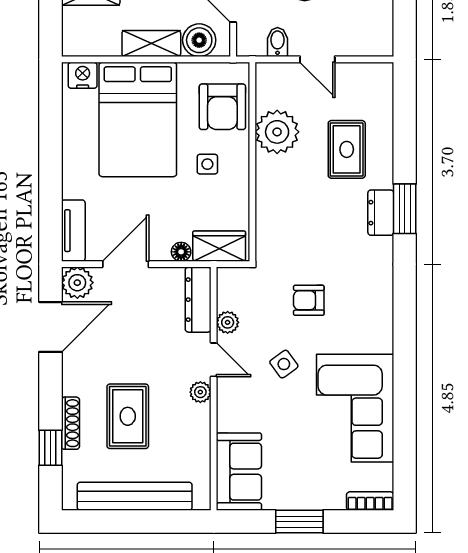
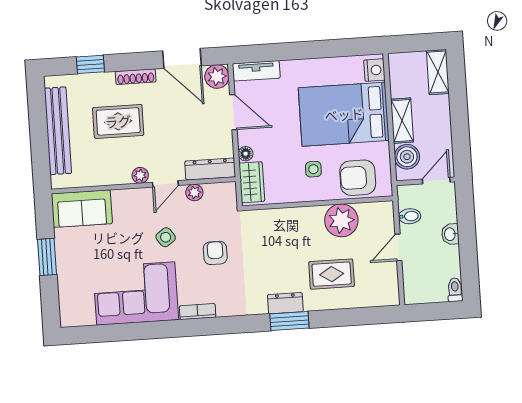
shoe rack: (70, 423) -> (136, 77), moved
bookcase: (370, 501) -> (198, 312), moved, turned -90

